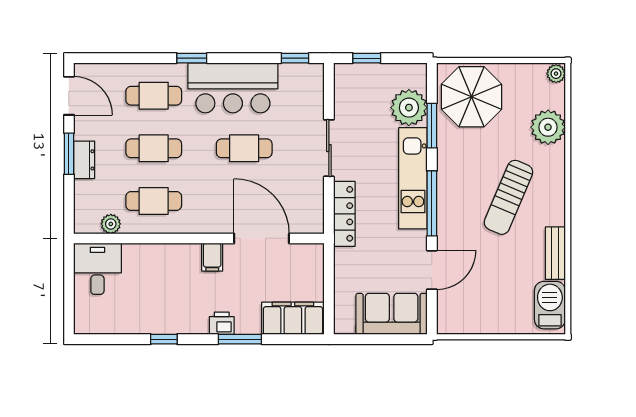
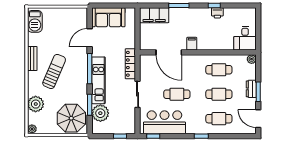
bar counter: (233, 88) -> (164, 122), moved
plant: (111, 224) -> (252, 59), moved
bench: (555, 253) -> (32, 59), moved
printer: (222, 323) -> (217, 13), moved

